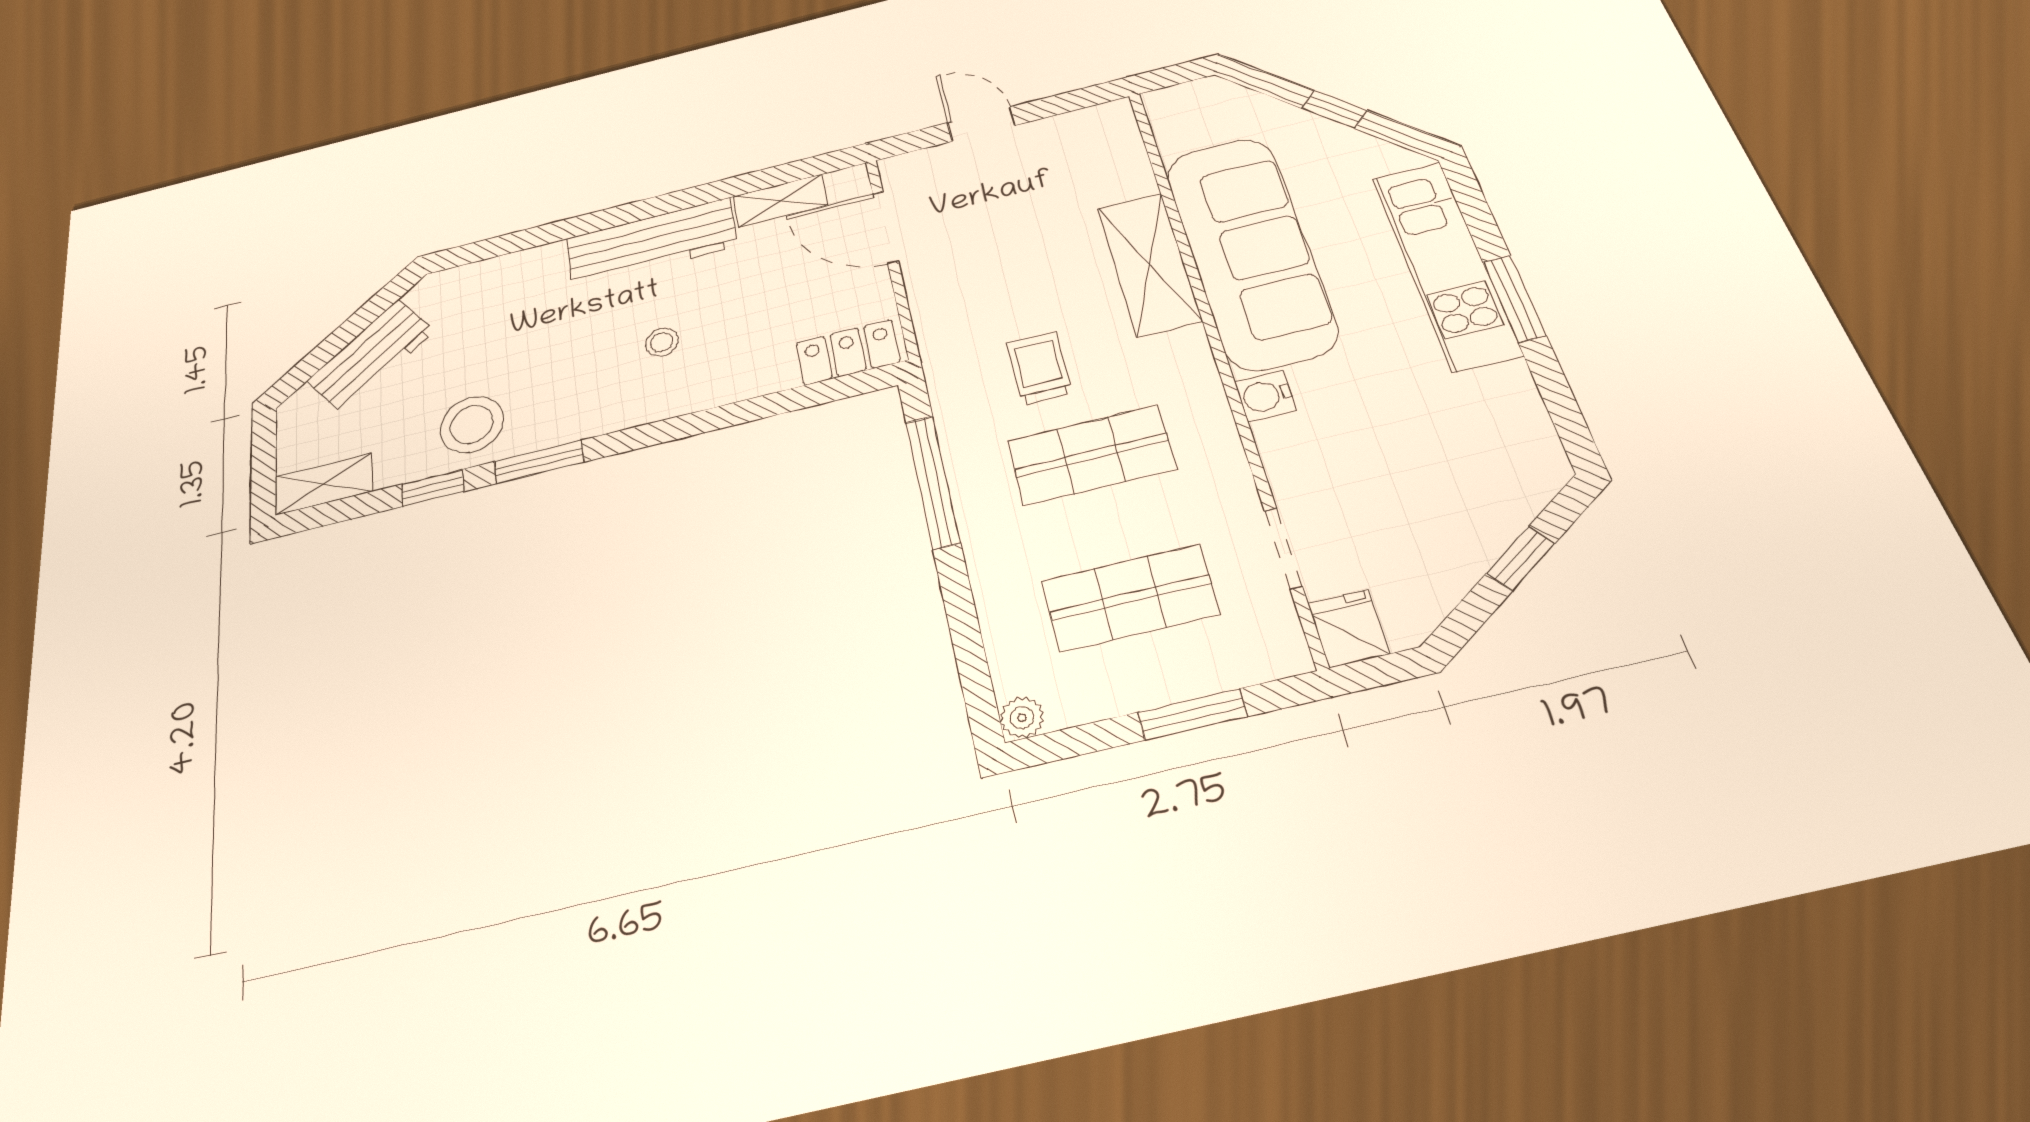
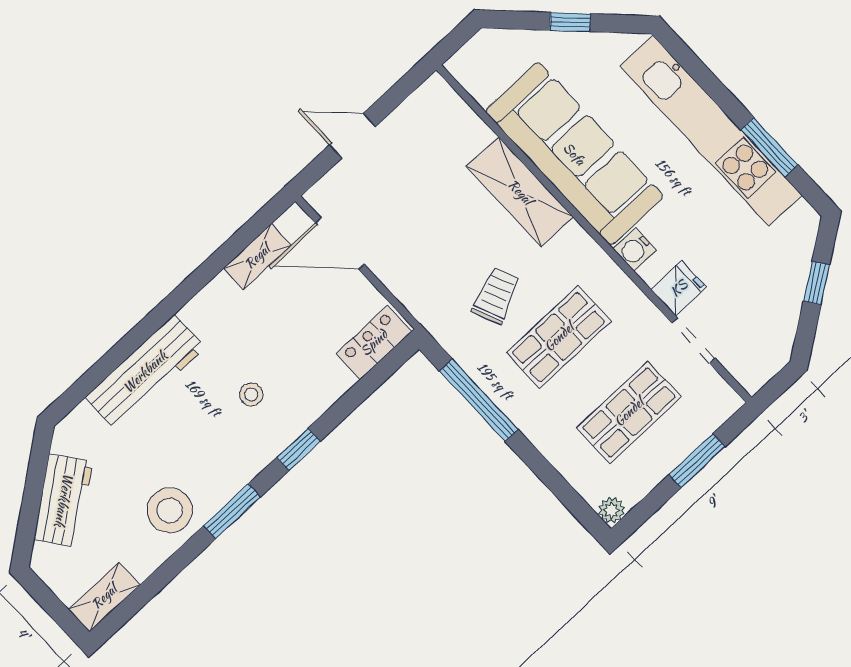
workbench: (651, 242) -> (145, 372), moved
kitchen unit: (1446, 265) -> (711, 131), width x1.36
window: (1514, 298) -> (769, 147), moved
trolley: (1039, 368) -> (496, 296), turned 67
window: (433, 488) -> (299, 449), moved
fridge: (1348, 629) -> (679, 288), moved, turned 90

